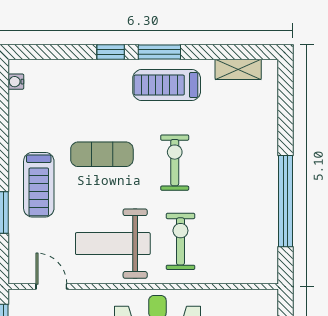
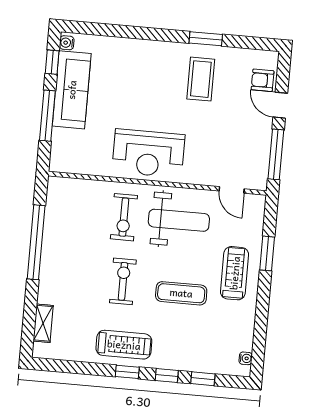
window: (66, 52) -> (203, 379), added
window: (159, 52) -> (127, 372), width x0.67
shelving: (238, 69) -> (43, 323), moved, turned 90
exercise bike: (175, 163) -> (123, 281), turned 180

